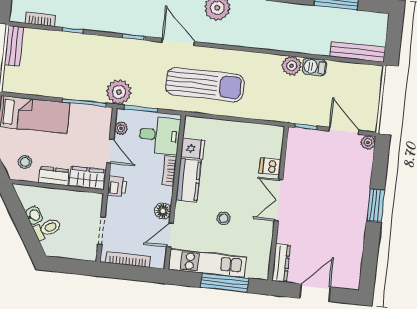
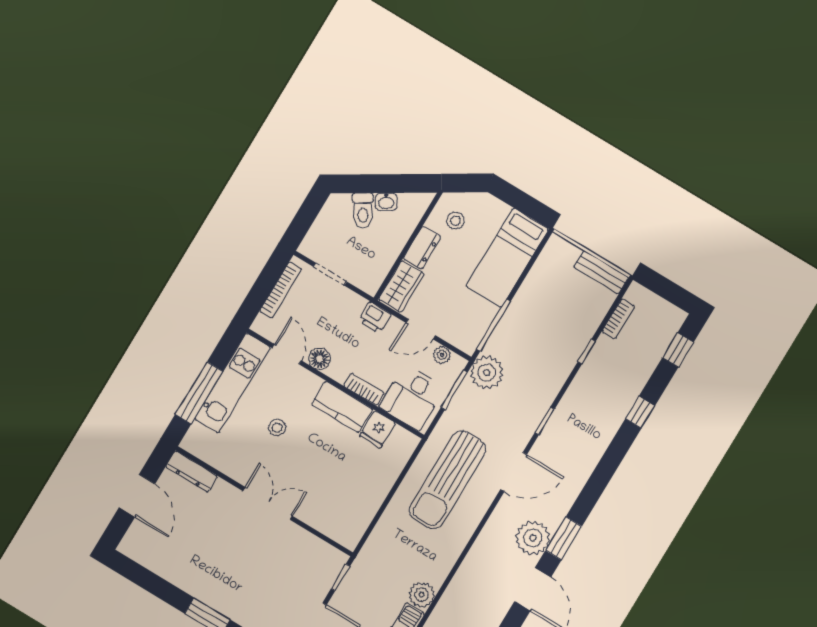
dishwasher: (270, 166) -> (313, 512), removed

